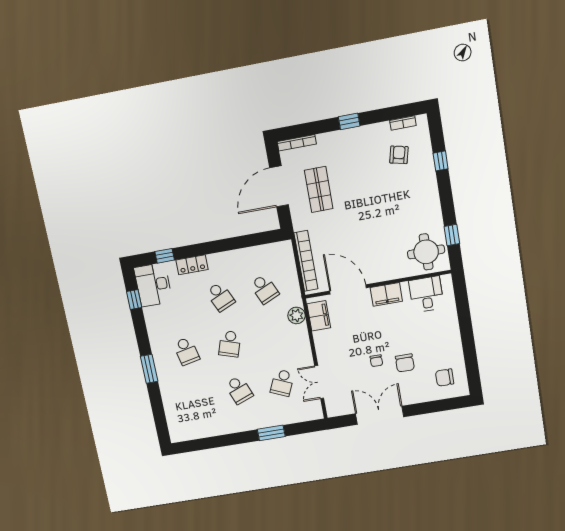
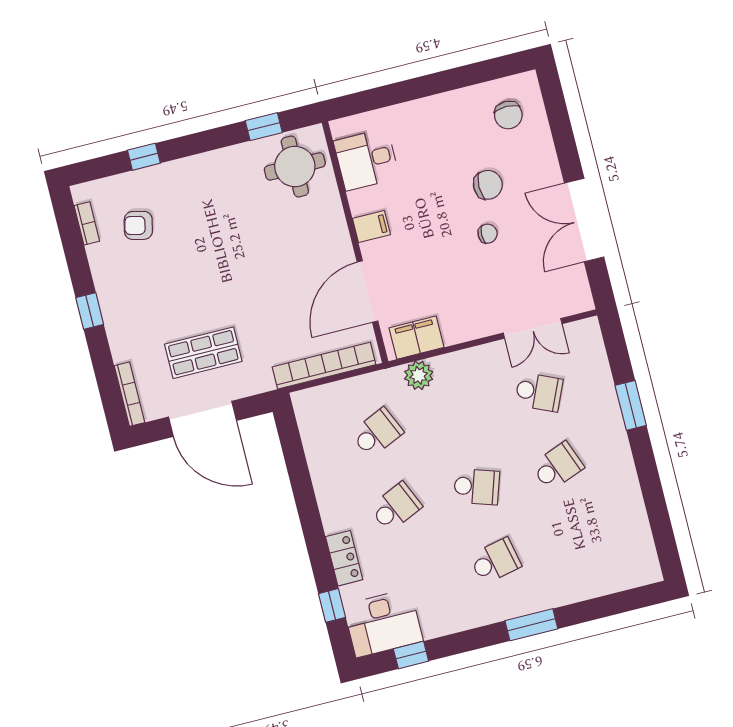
filing cabinet: (386, 294) -> (371, 226), width x0.50

